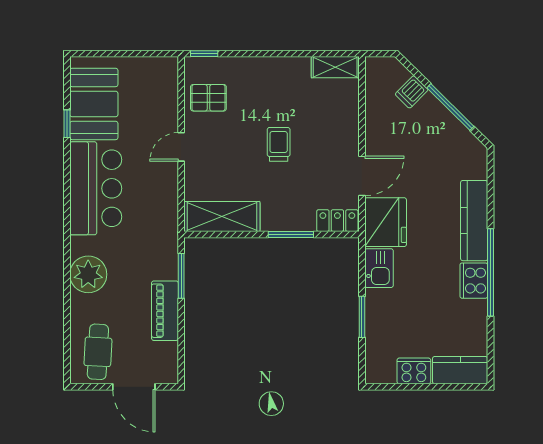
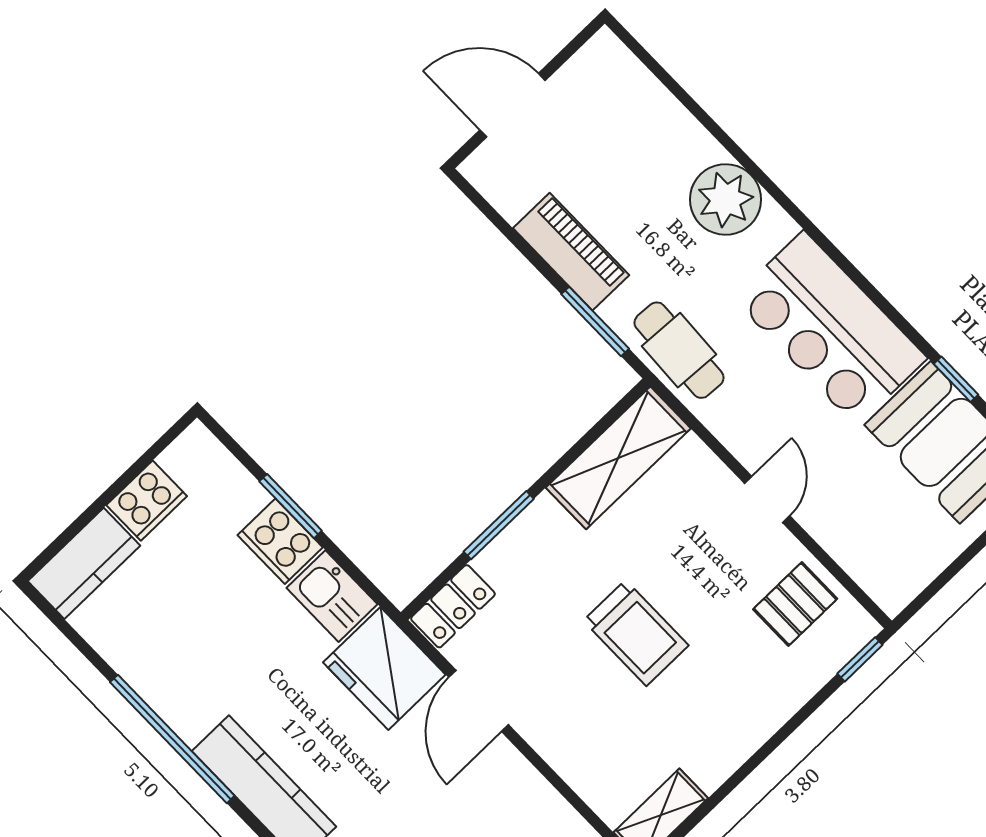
trolley: (279, 144) -> (636, 633), width x1.36, depth x1.39
cooker: (474, 281) -> (280, 541), moved, turned 180
cafe table: (98, 352) -> (679, 350), moved

